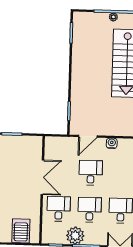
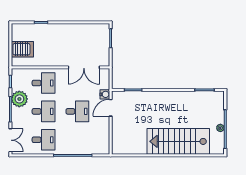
door: (88, 136) -> (111, 108), hinge flipped
water cooler: (112, 143) -> (105, 94), moved
double door: (42, 177) -> (84, 67), moved

